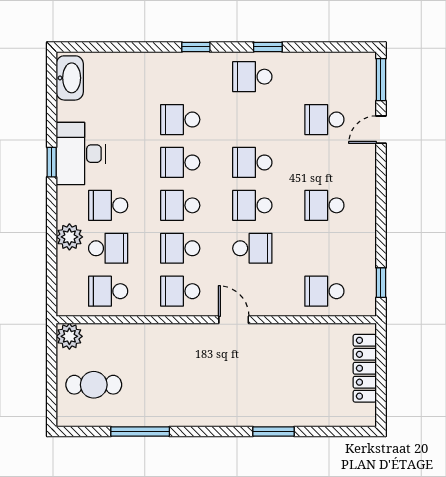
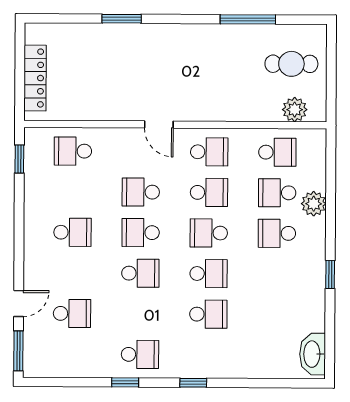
desk: (81, 154) -> (303, 282), removed
school desk: (108, 205) -> (277, 233), turned 180
school desk: (180, 205) -> (209, 233), turned 180
school desk: (252, 205) -> (141, 233), turned 180
school desk: (324, 291) -> (73, 151), turned 180
plant: (69, 336) -> (295, 110), moved

